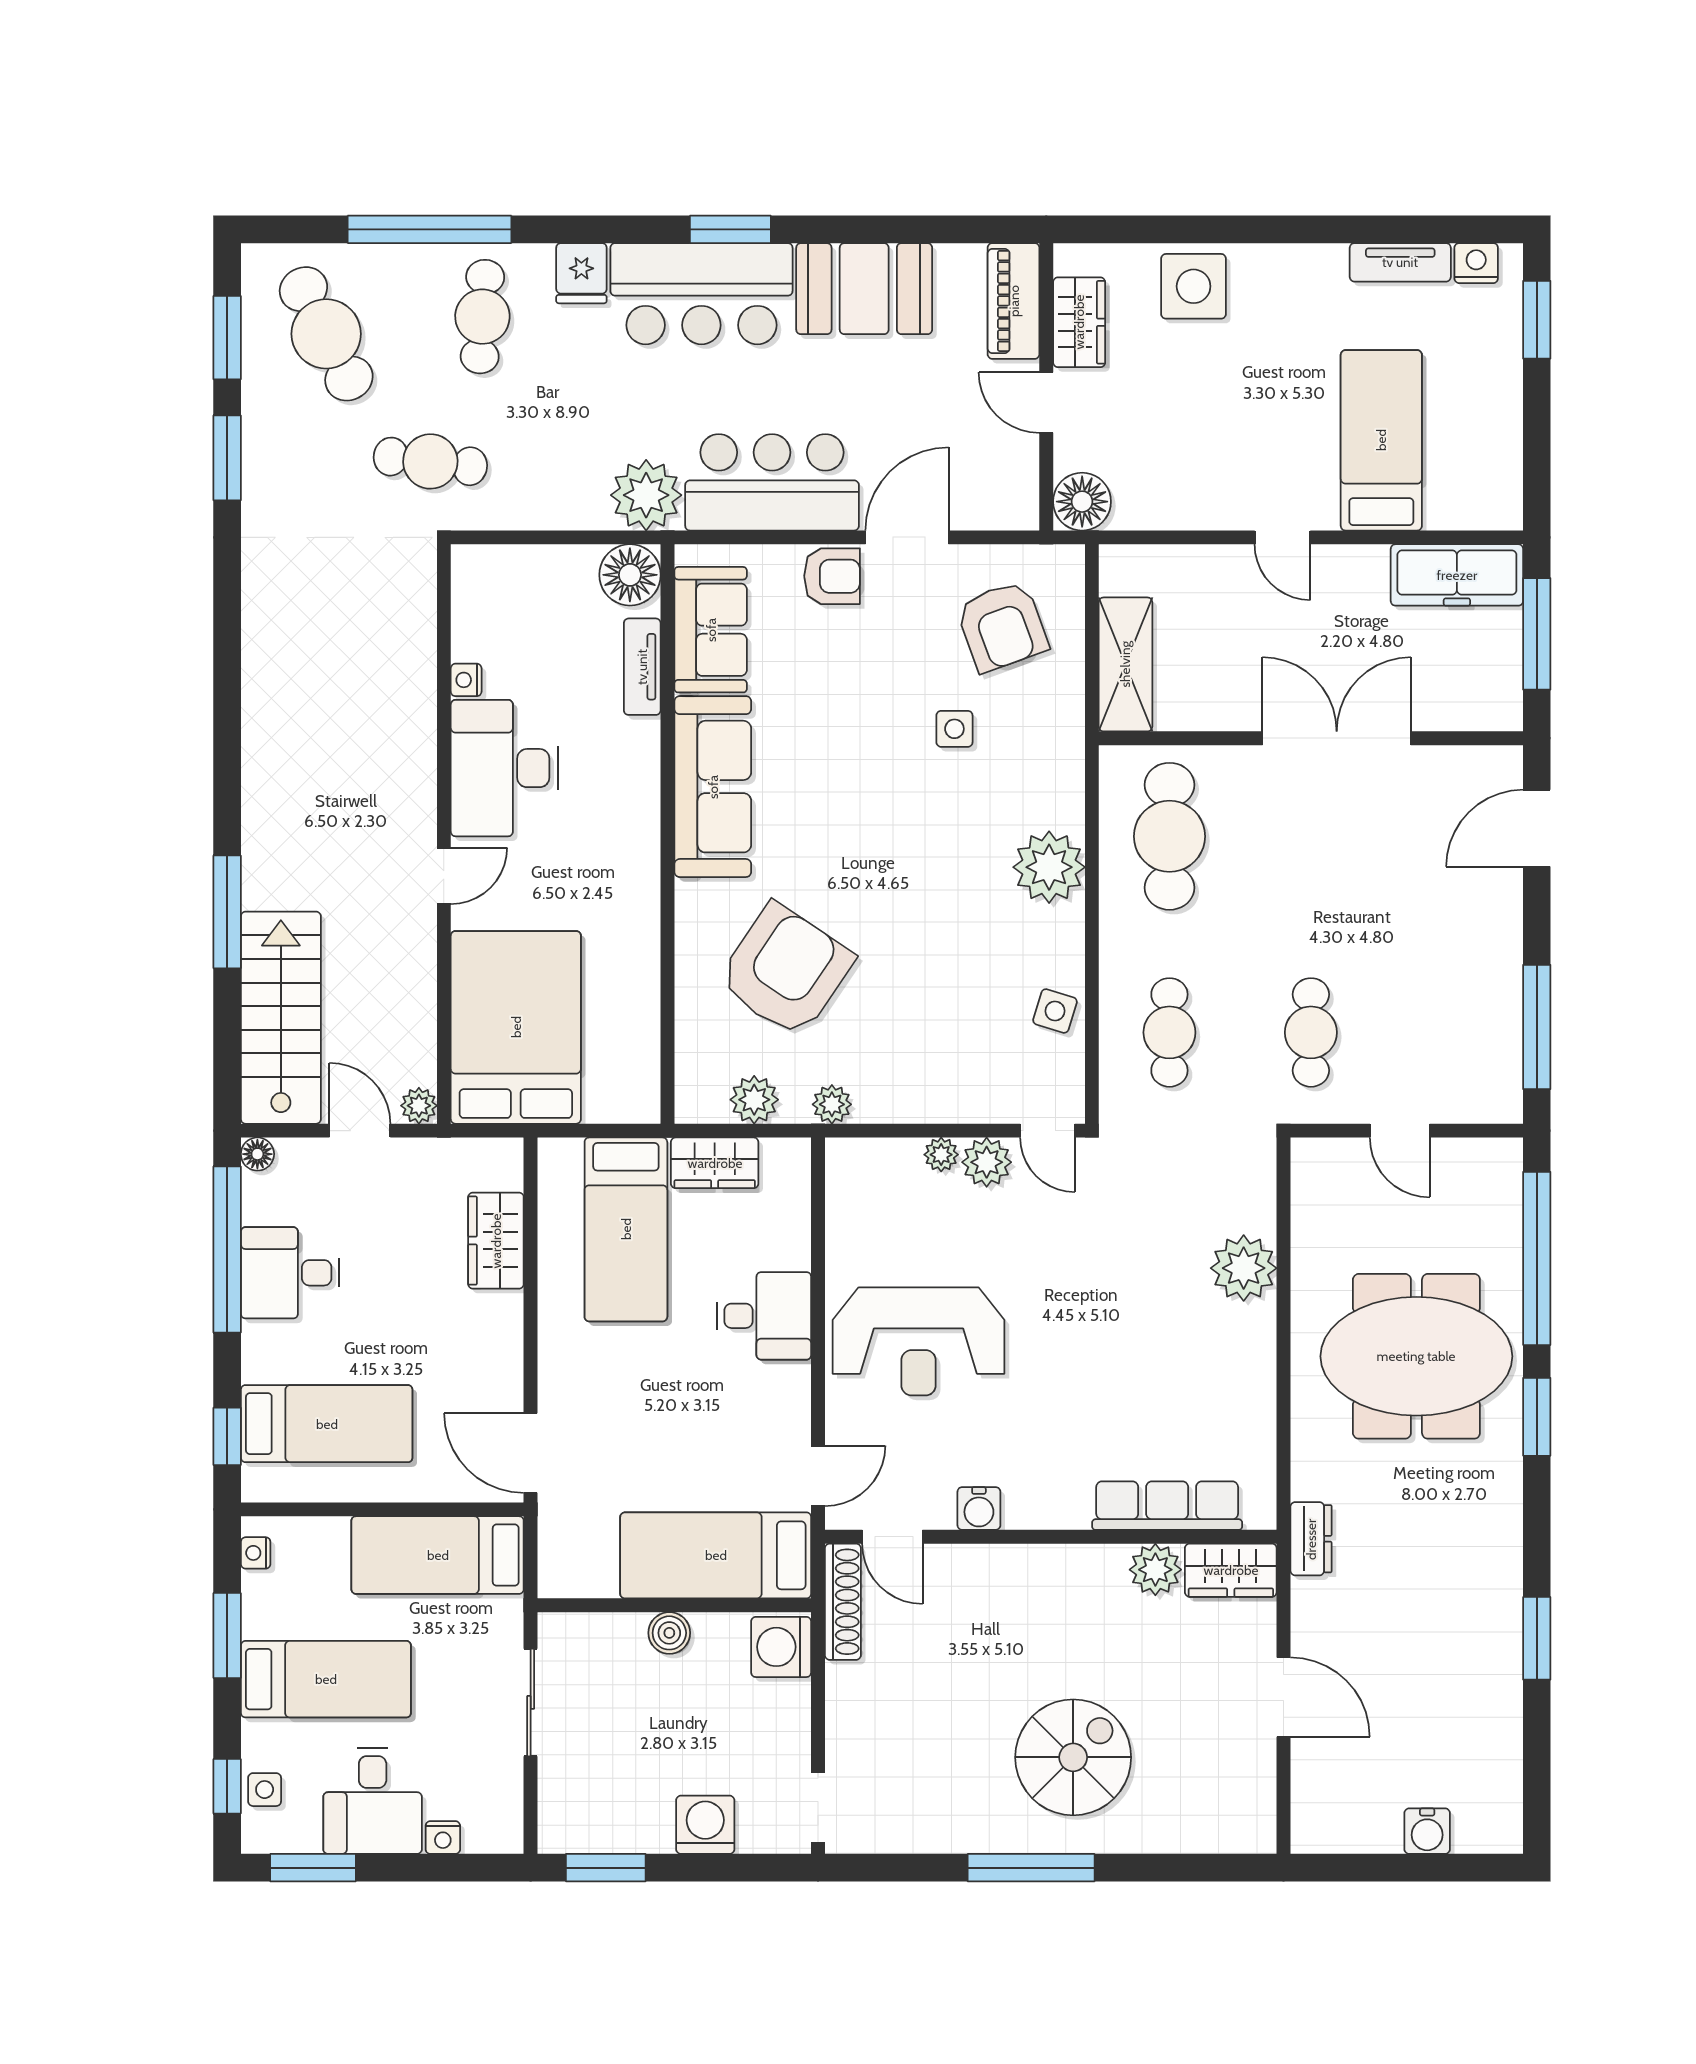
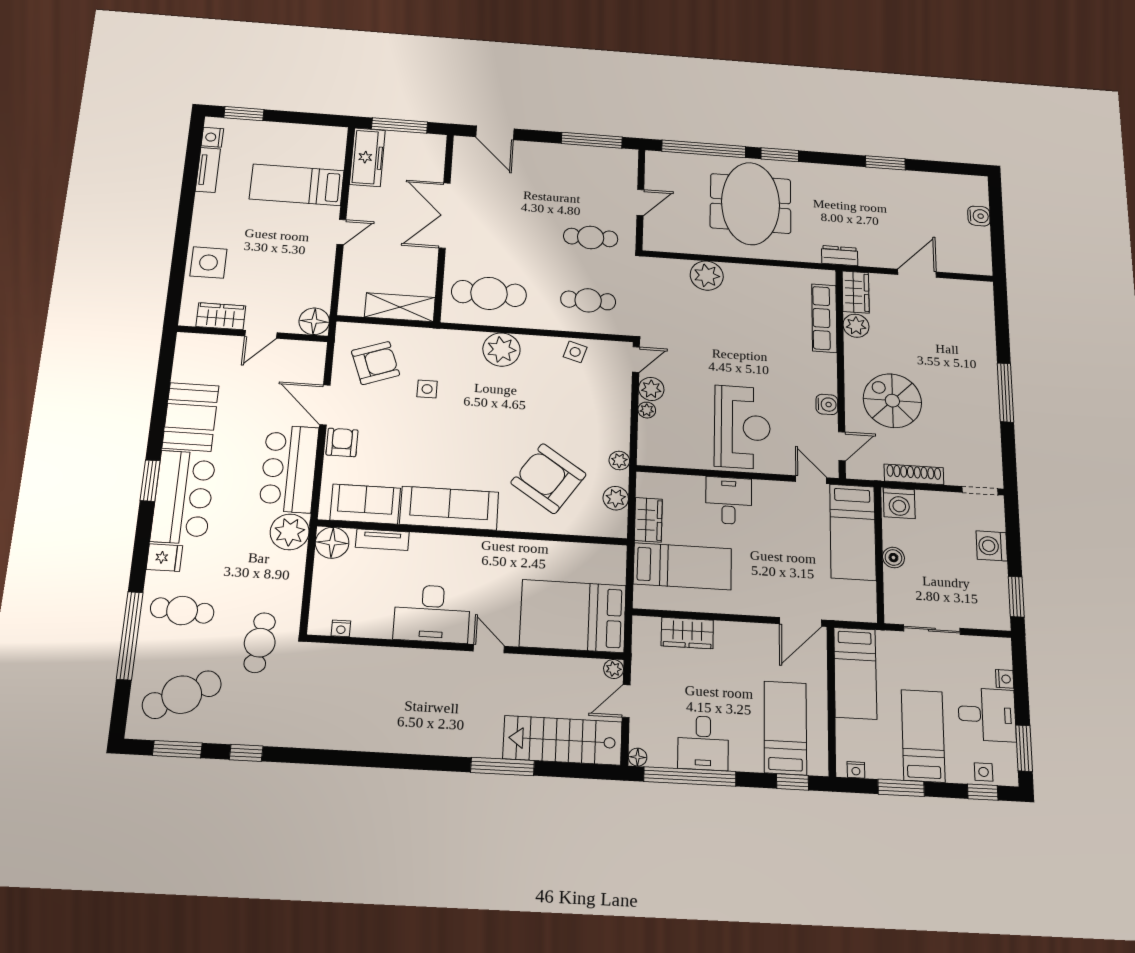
piano: (1014, 301) -> (206, 346), removed
window: (227, 458) -> (246, 753), width x0.67
nightstand: (466, 680) -> (341, 628), moved
shoe rack: (843, 1602) -> (914, 474), moved
spiral stairs: (1073, 1757) -> (892, 401), moved

